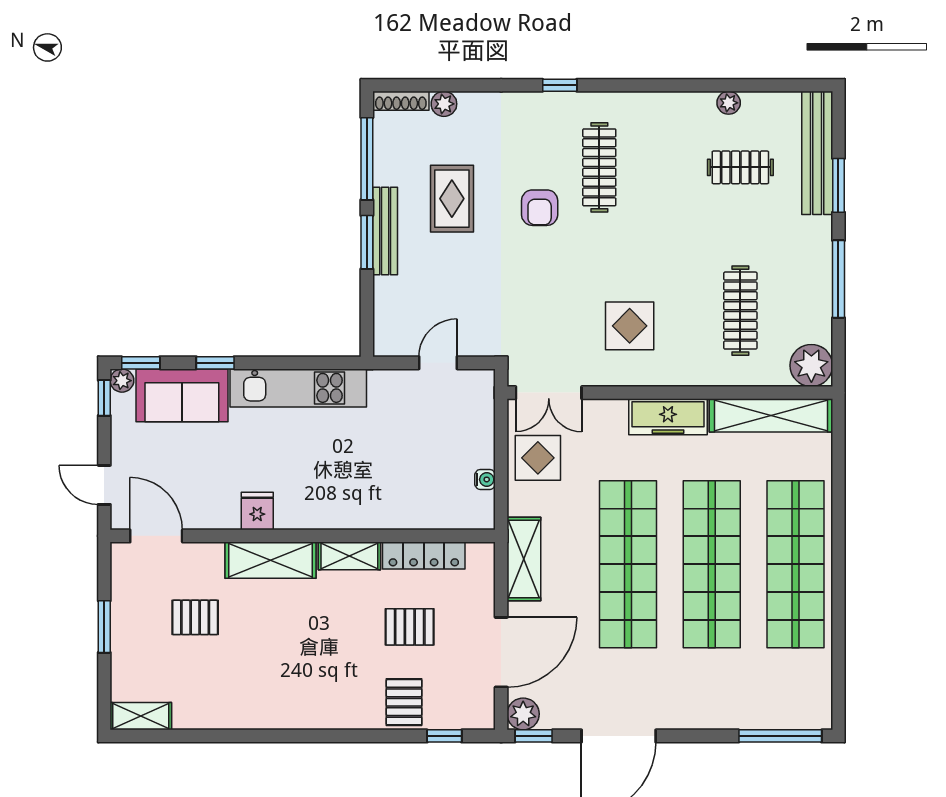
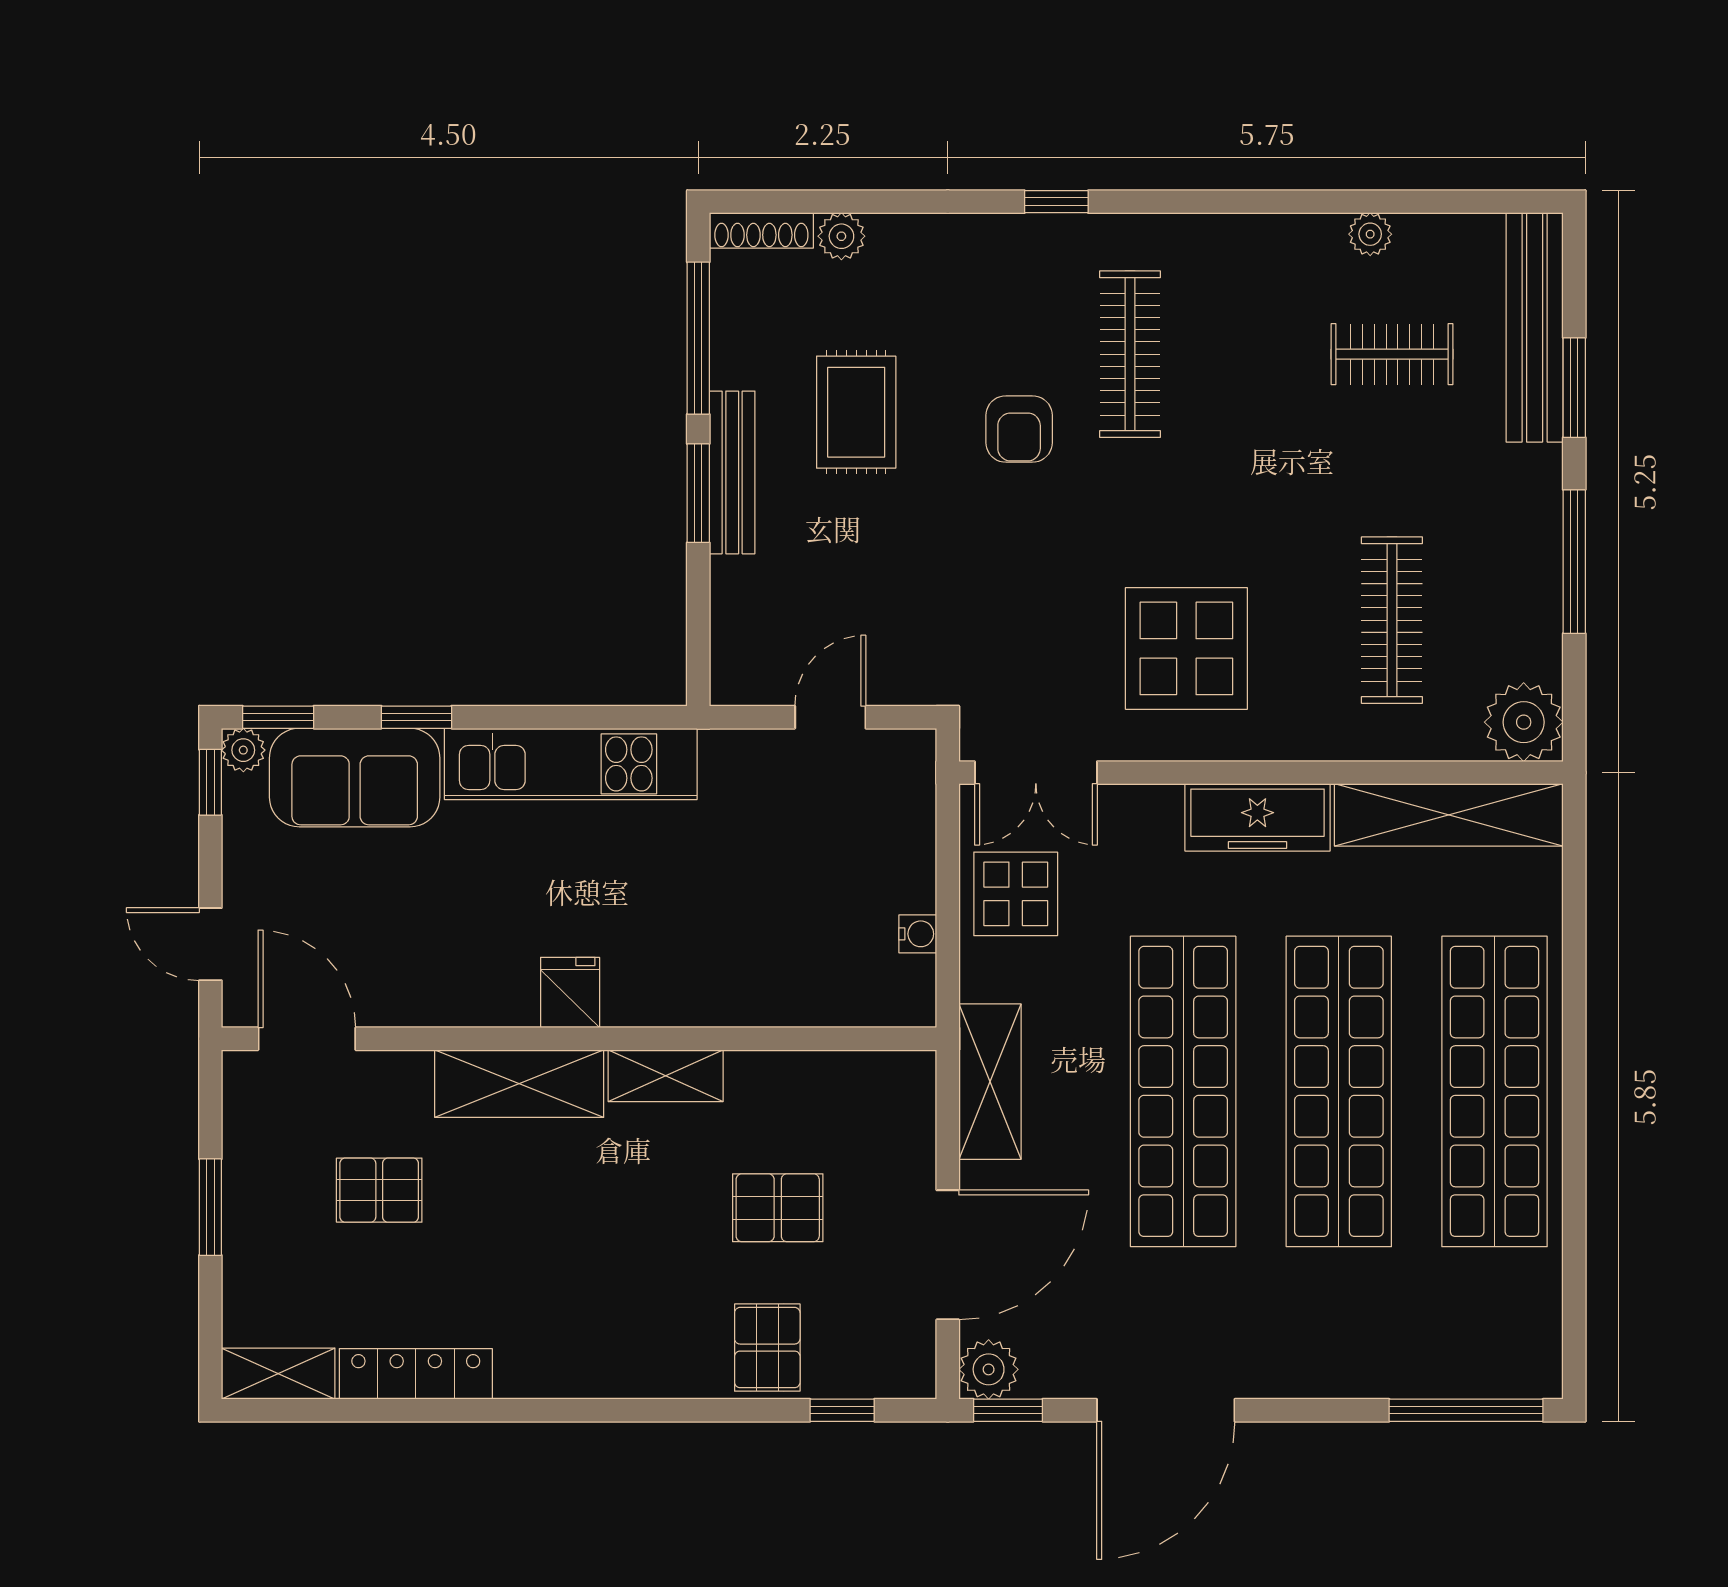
display table: (630, 326) -> (1186, 648), width x1.36, depth x1.36
fridge: (257, 511) -> (570, 992), moved
locker: (424, 556) -> (416, 1374), moved, turned 180

